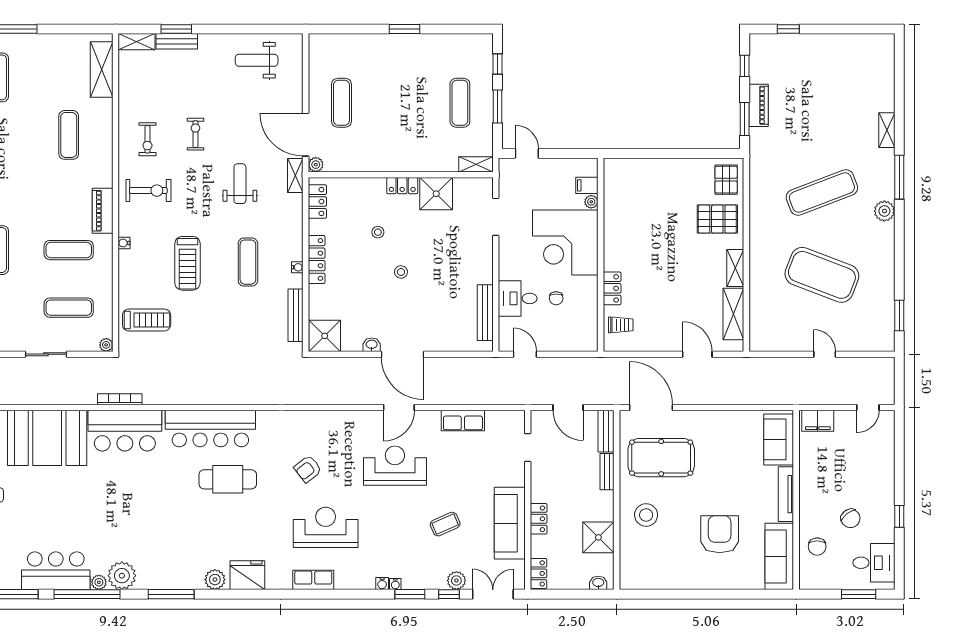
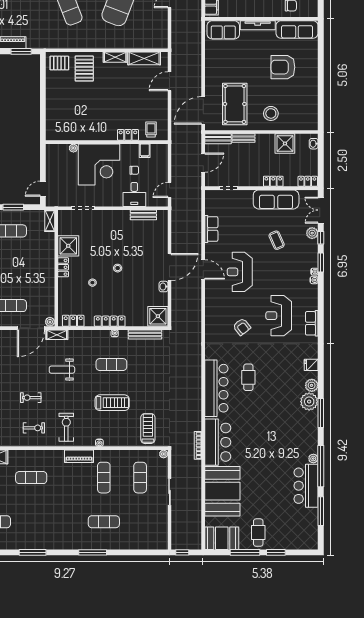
filing cabinet: (587, 185) -> (145, 151), moved
bench: (485, 313) -> (143, 215), width x0.73
cafe table: (228, 479) -> (248, 377), width x0.73, depth x0.74
fridge: (247, 575) -> (311, 365), width x0.53, depth x0.75
plant: (122, 576) -> (309, 402), moved

